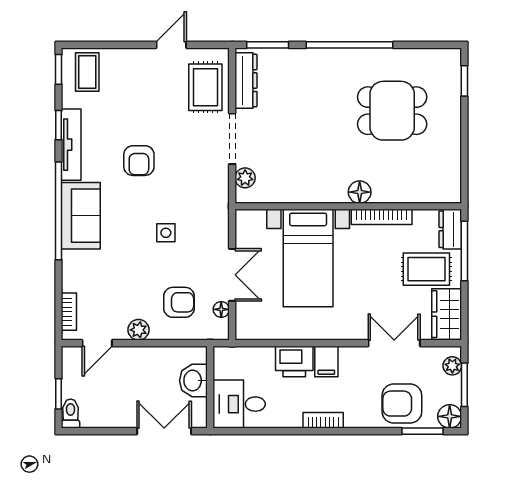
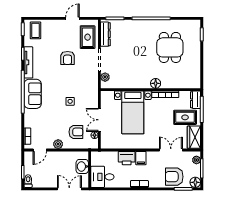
dining table: (392, 111) -> (170, 47), turned 90
armchair: (139, 161) -> (68, 58), moved
double door: (232, 275) -> (99, 120), swing flipped

